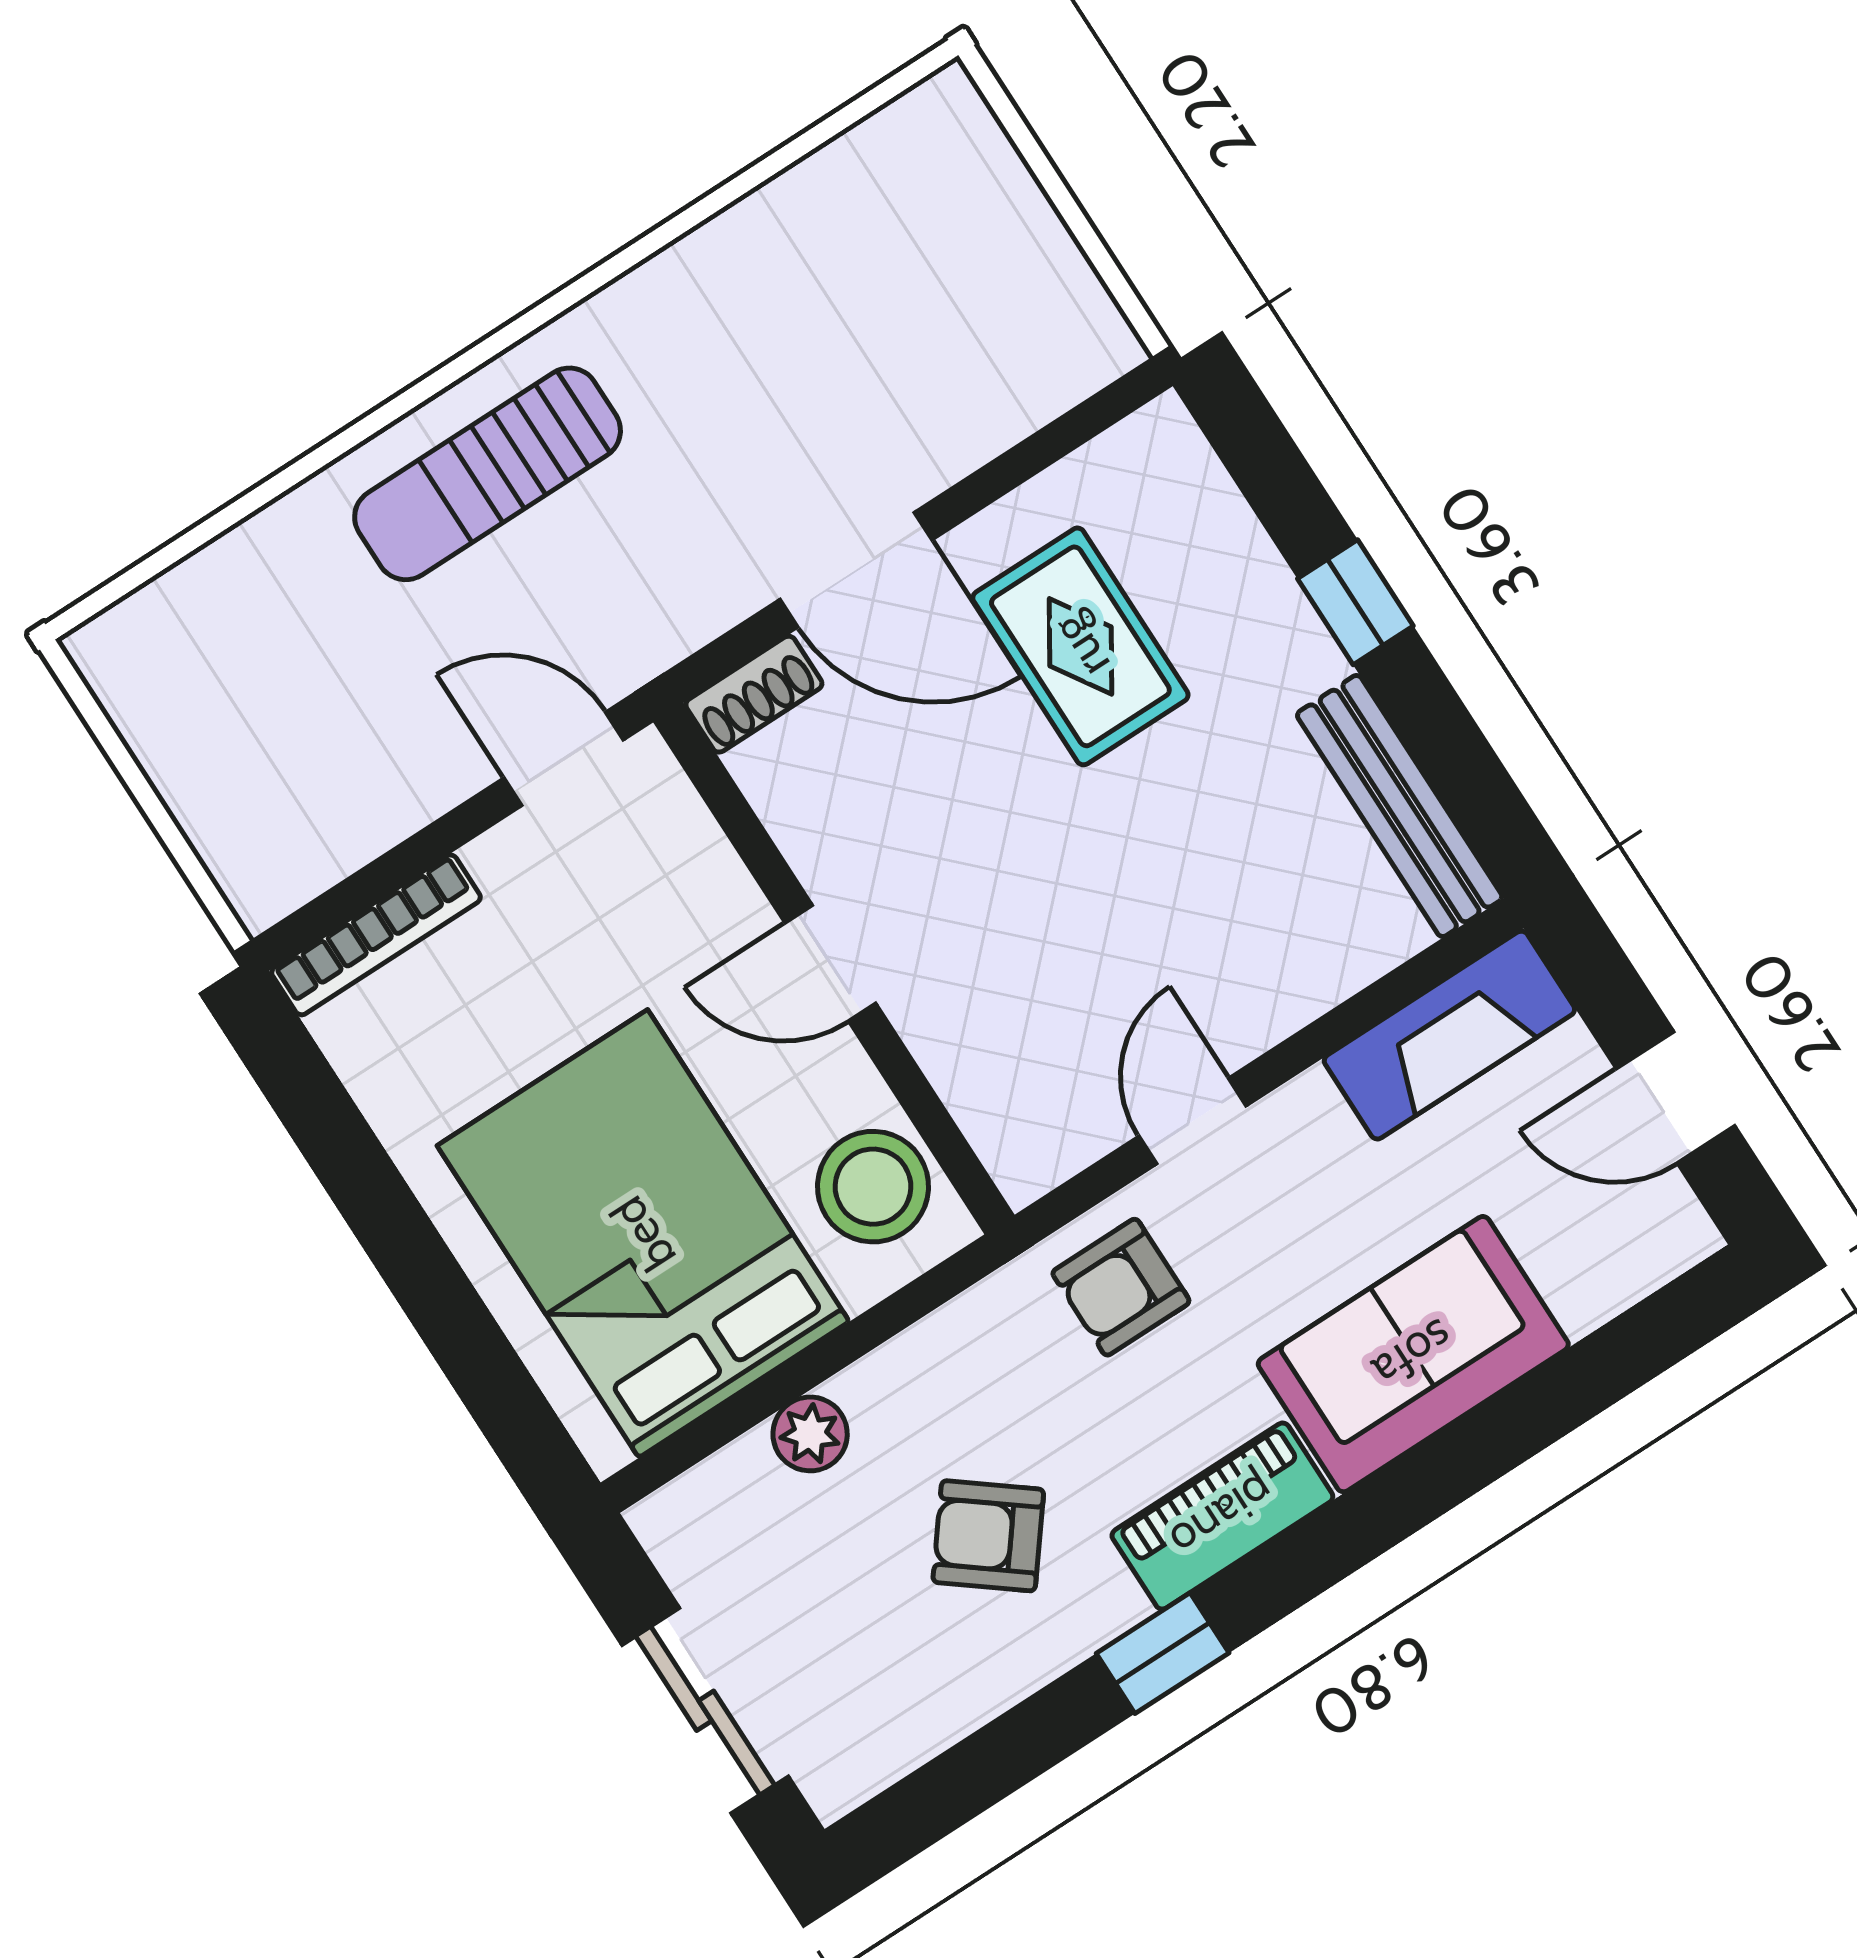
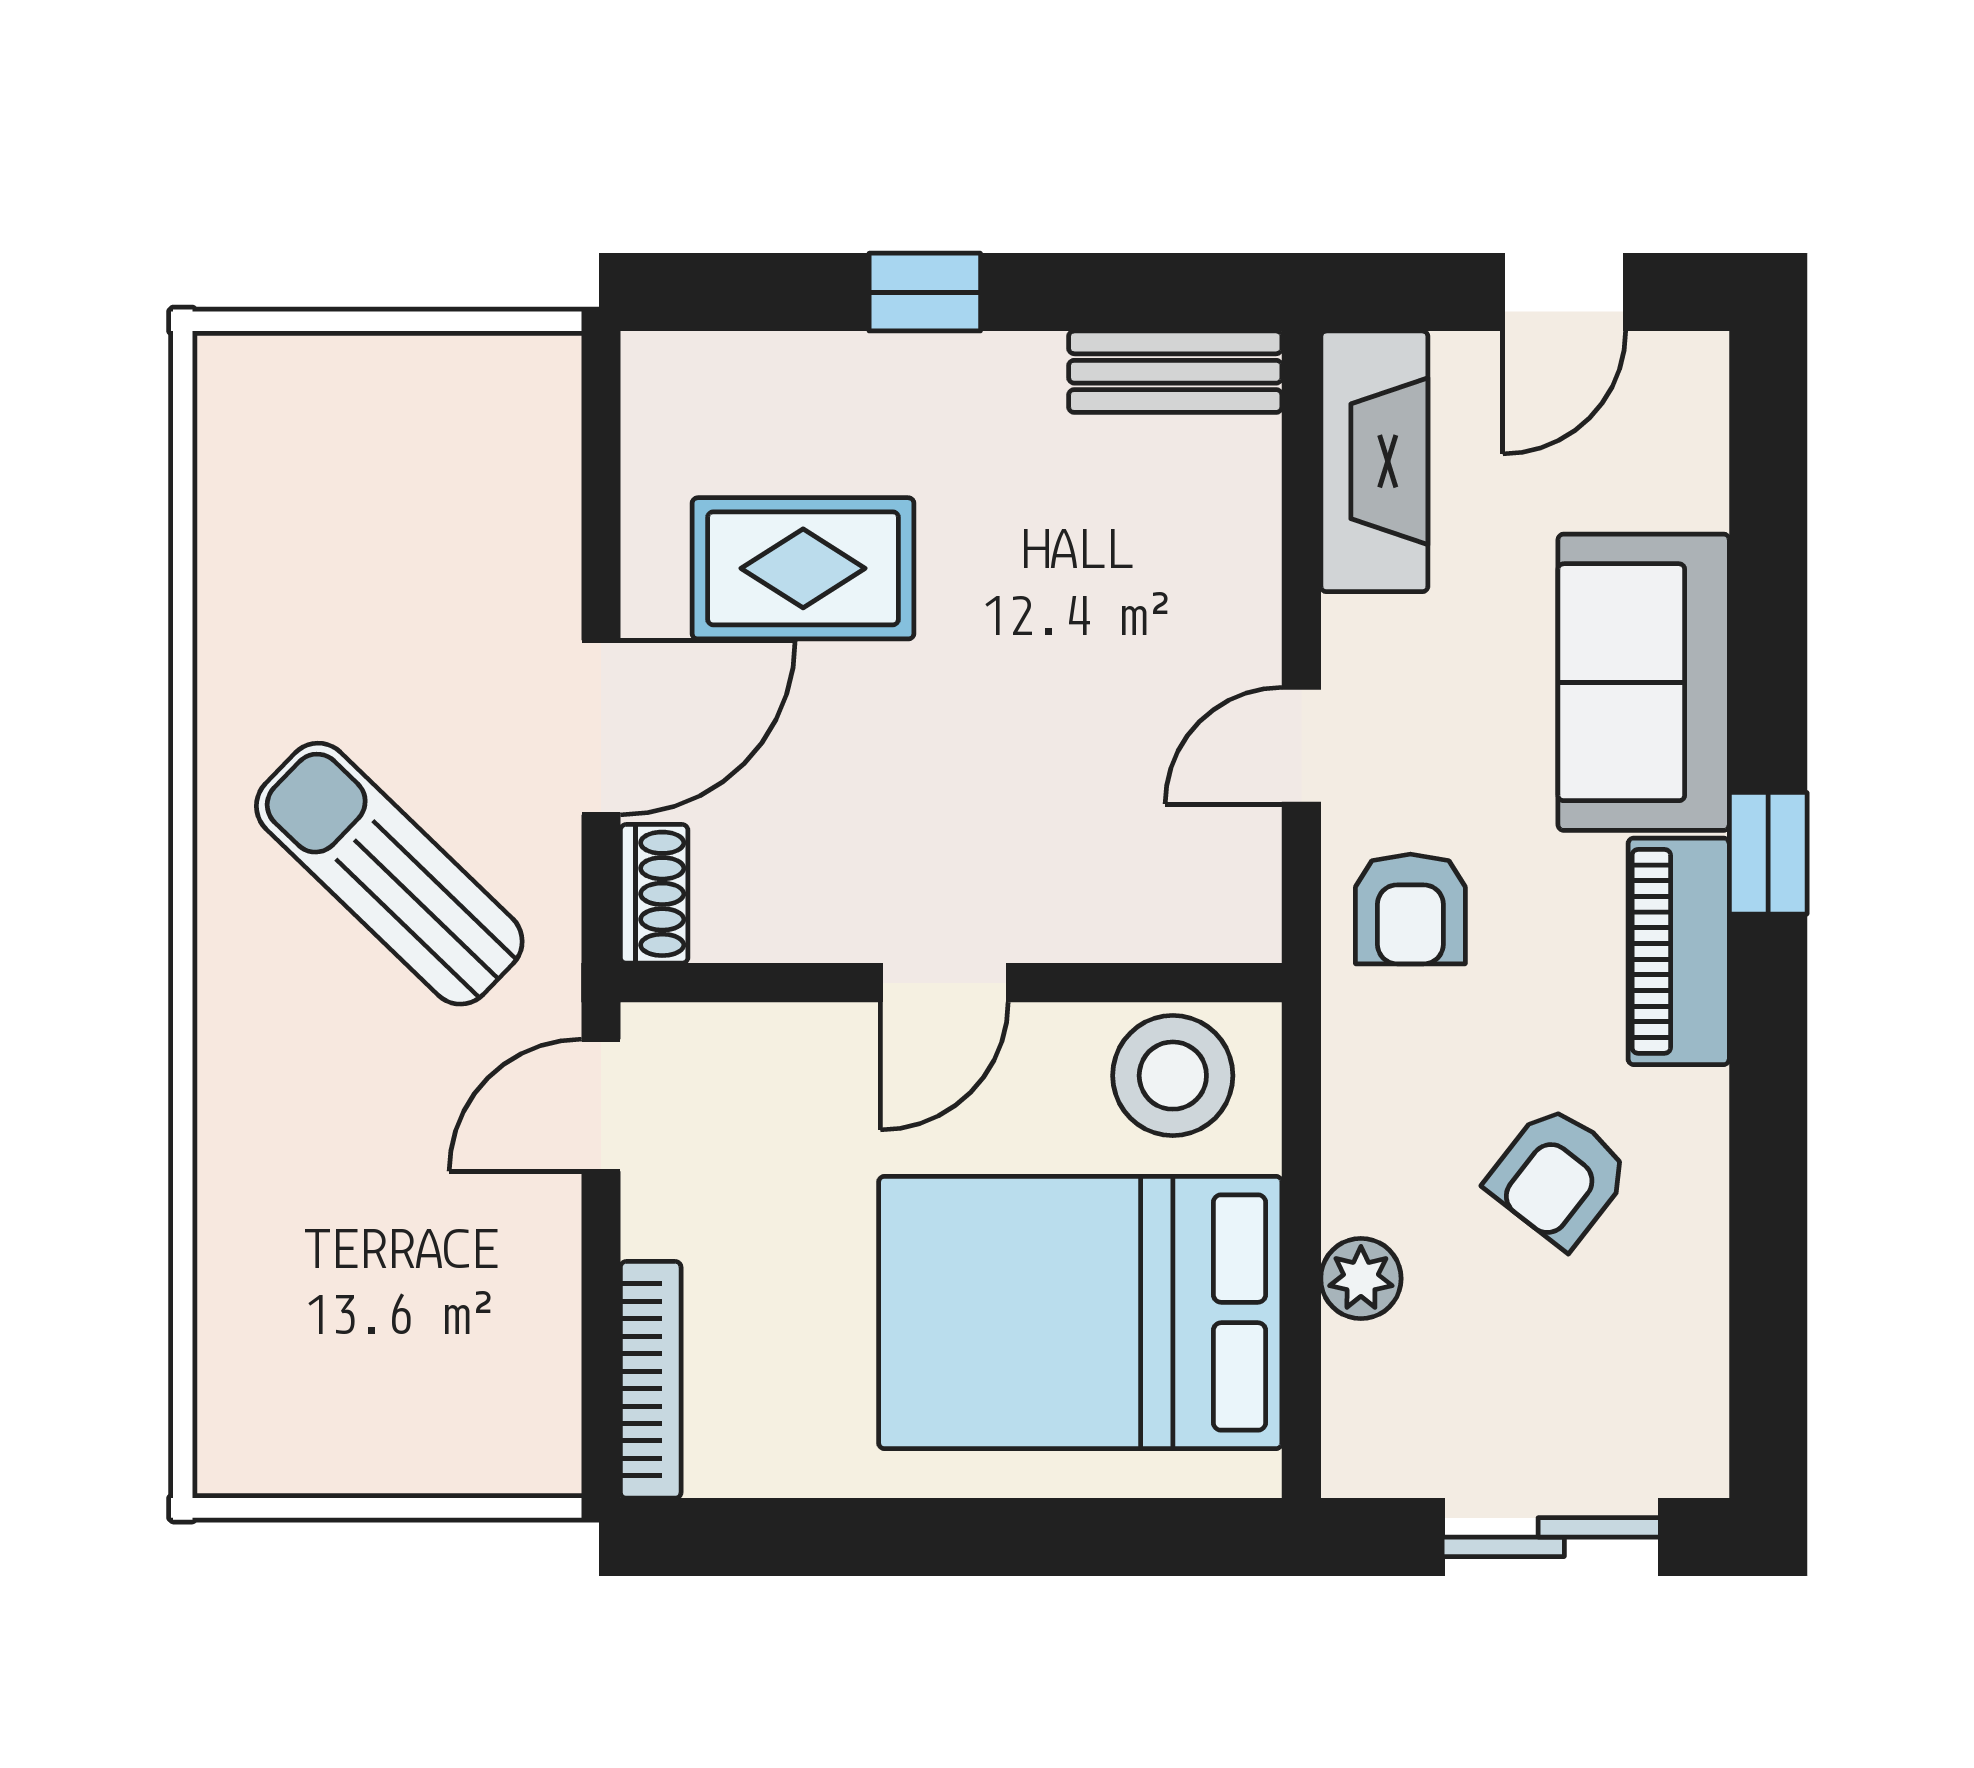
sun lounger: (488, 474) -> (389, 874), moved, turned 134
bench: (1400, 806) -> (1175, 372), width x0.73
door: (1193, 1121) -> (1301, 746), hinge flipped
window: (1163, 1653) -> (1768, 853), moved

